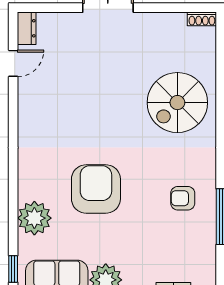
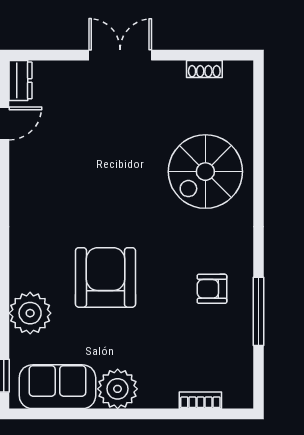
shoe rack: (202, 19) -> (204, 69), moved

